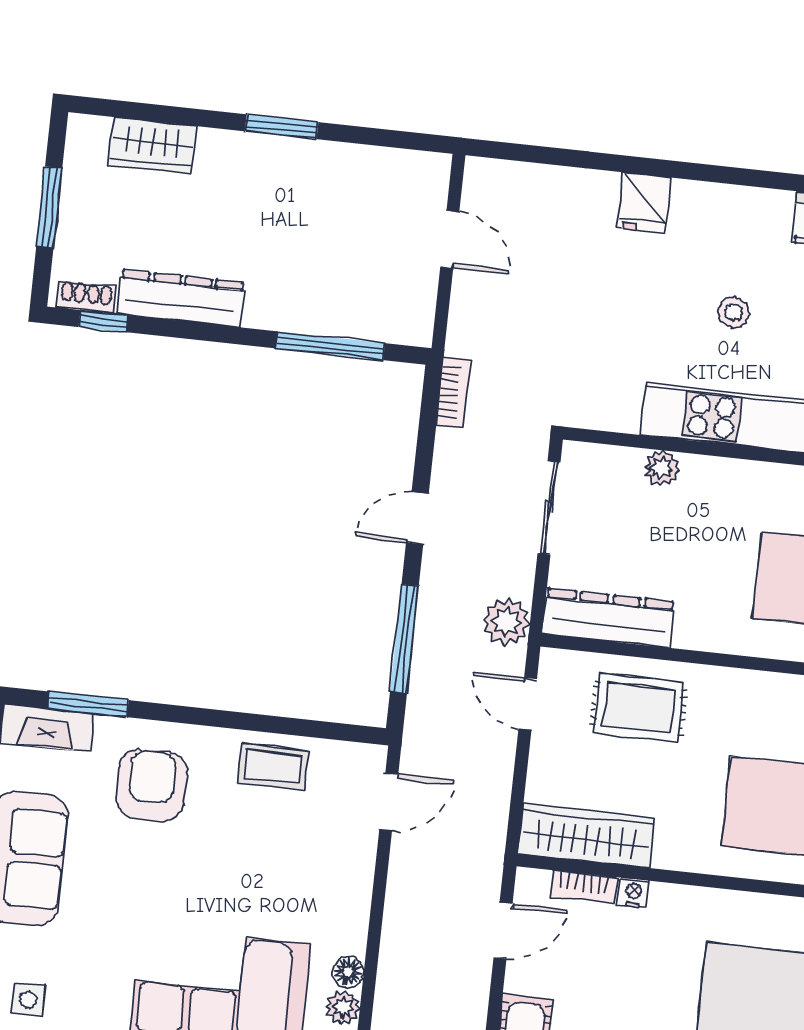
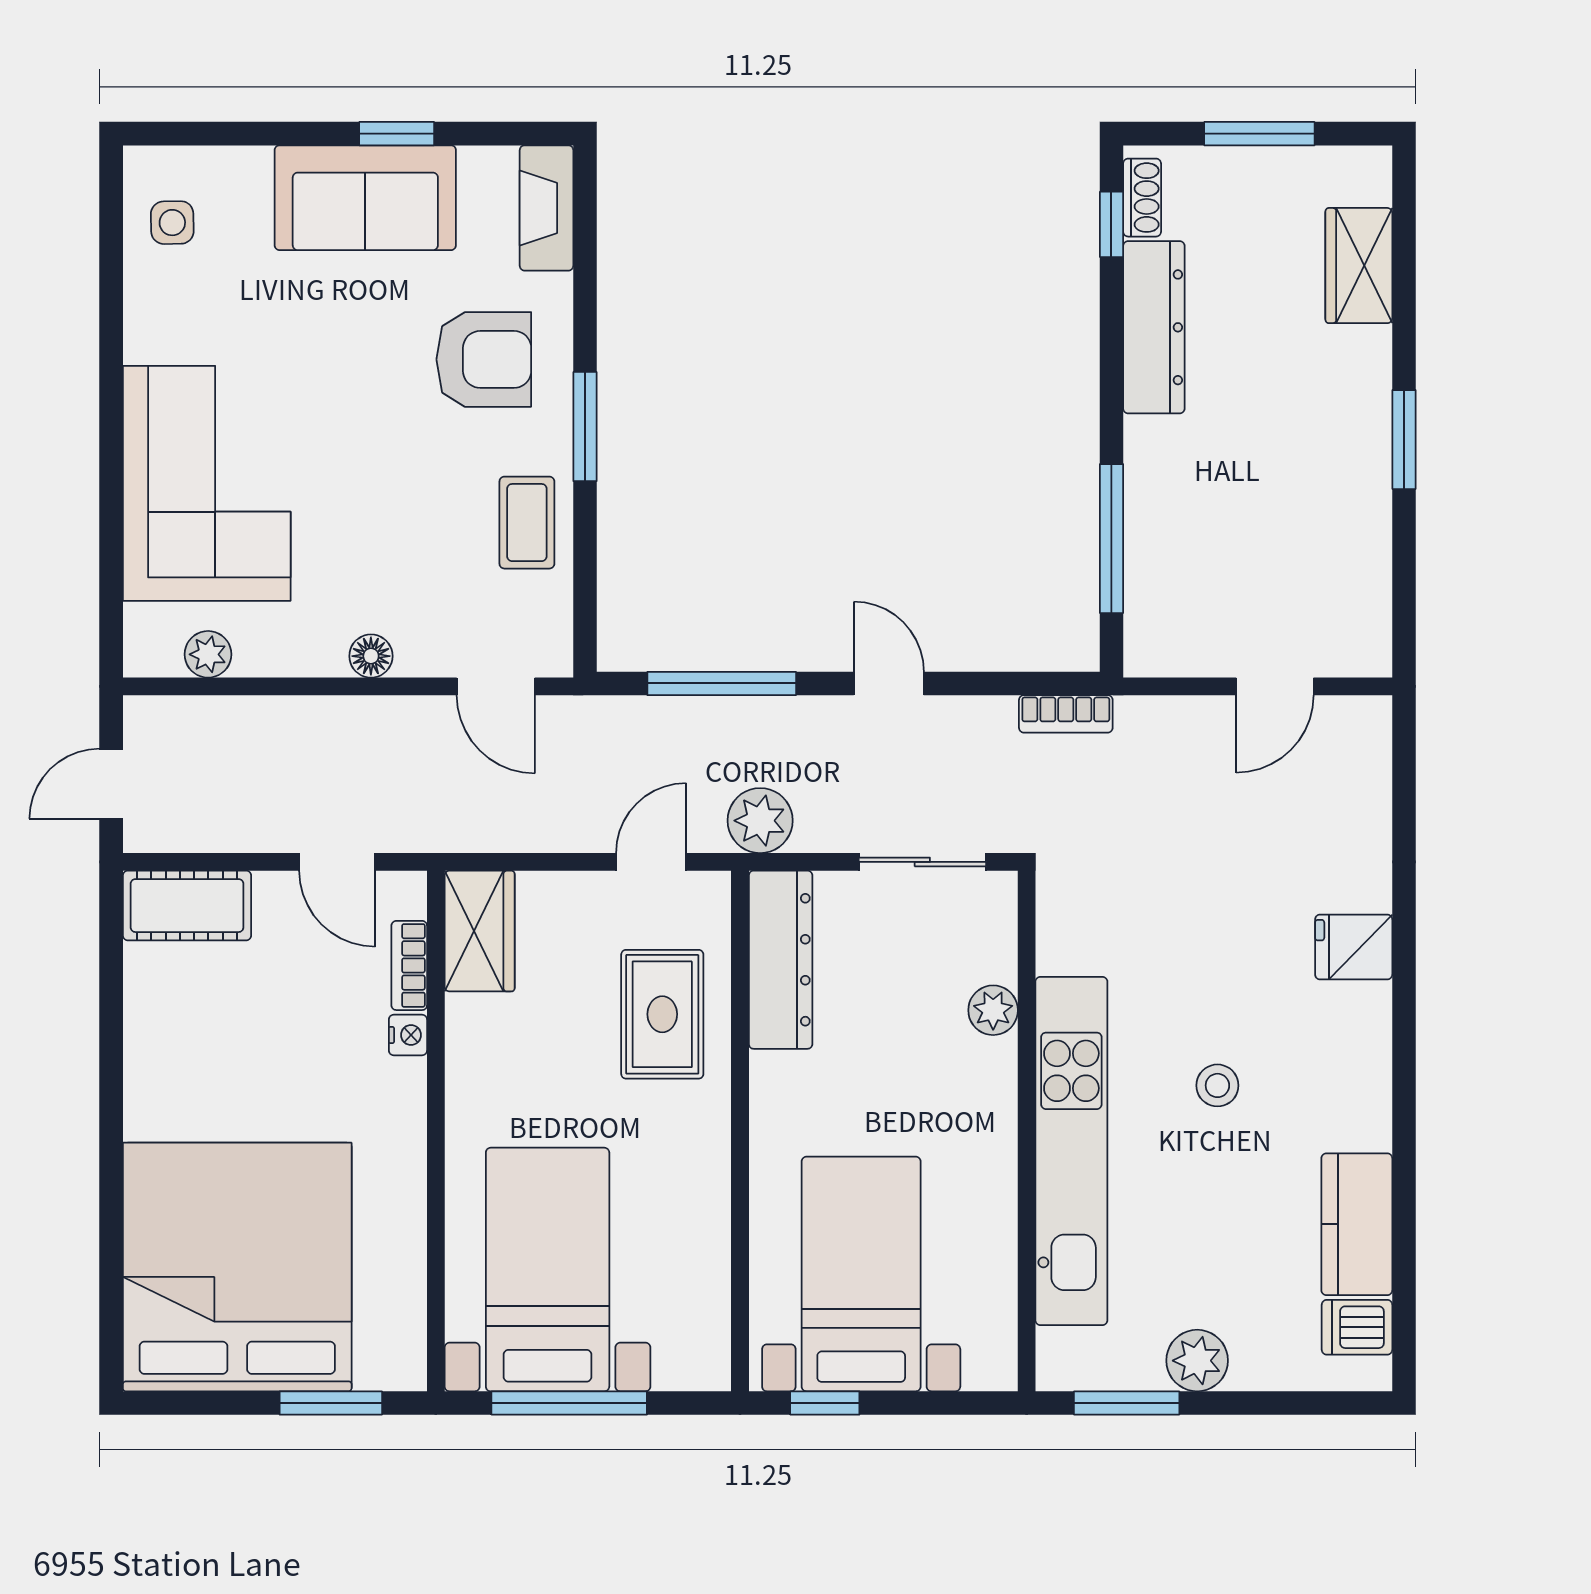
window: (88, 704) -> (585, 427), moved
wardrobe: (586, 835) -> (480, 931), width x0.67
floor lamp: (348, 972) -> (371, 656), moved

